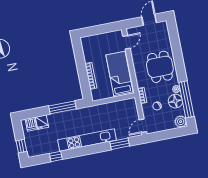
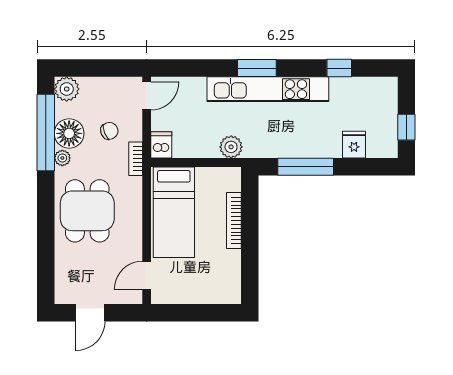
plant: (99, 110) -> (231, 147), added
dishwasher: (31, 124) -> (161, 145), moved
window: (120, 144) -> (257, 68), moved
window: (21, 146) -> (406, 127), moved

